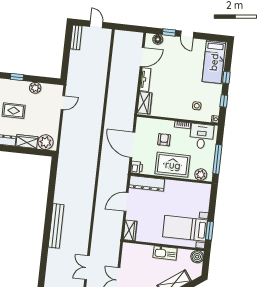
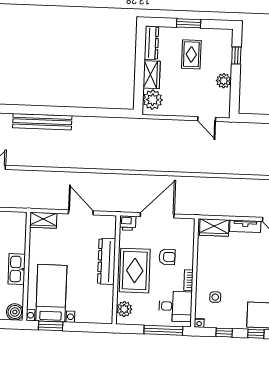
window: (217, 159) -> (163, 330), moved
dresser: (147, 183) -> (107, 261), moved

